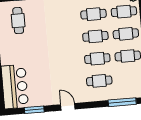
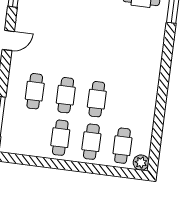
cafe table: (94, 14) -> (128, 103), removed

